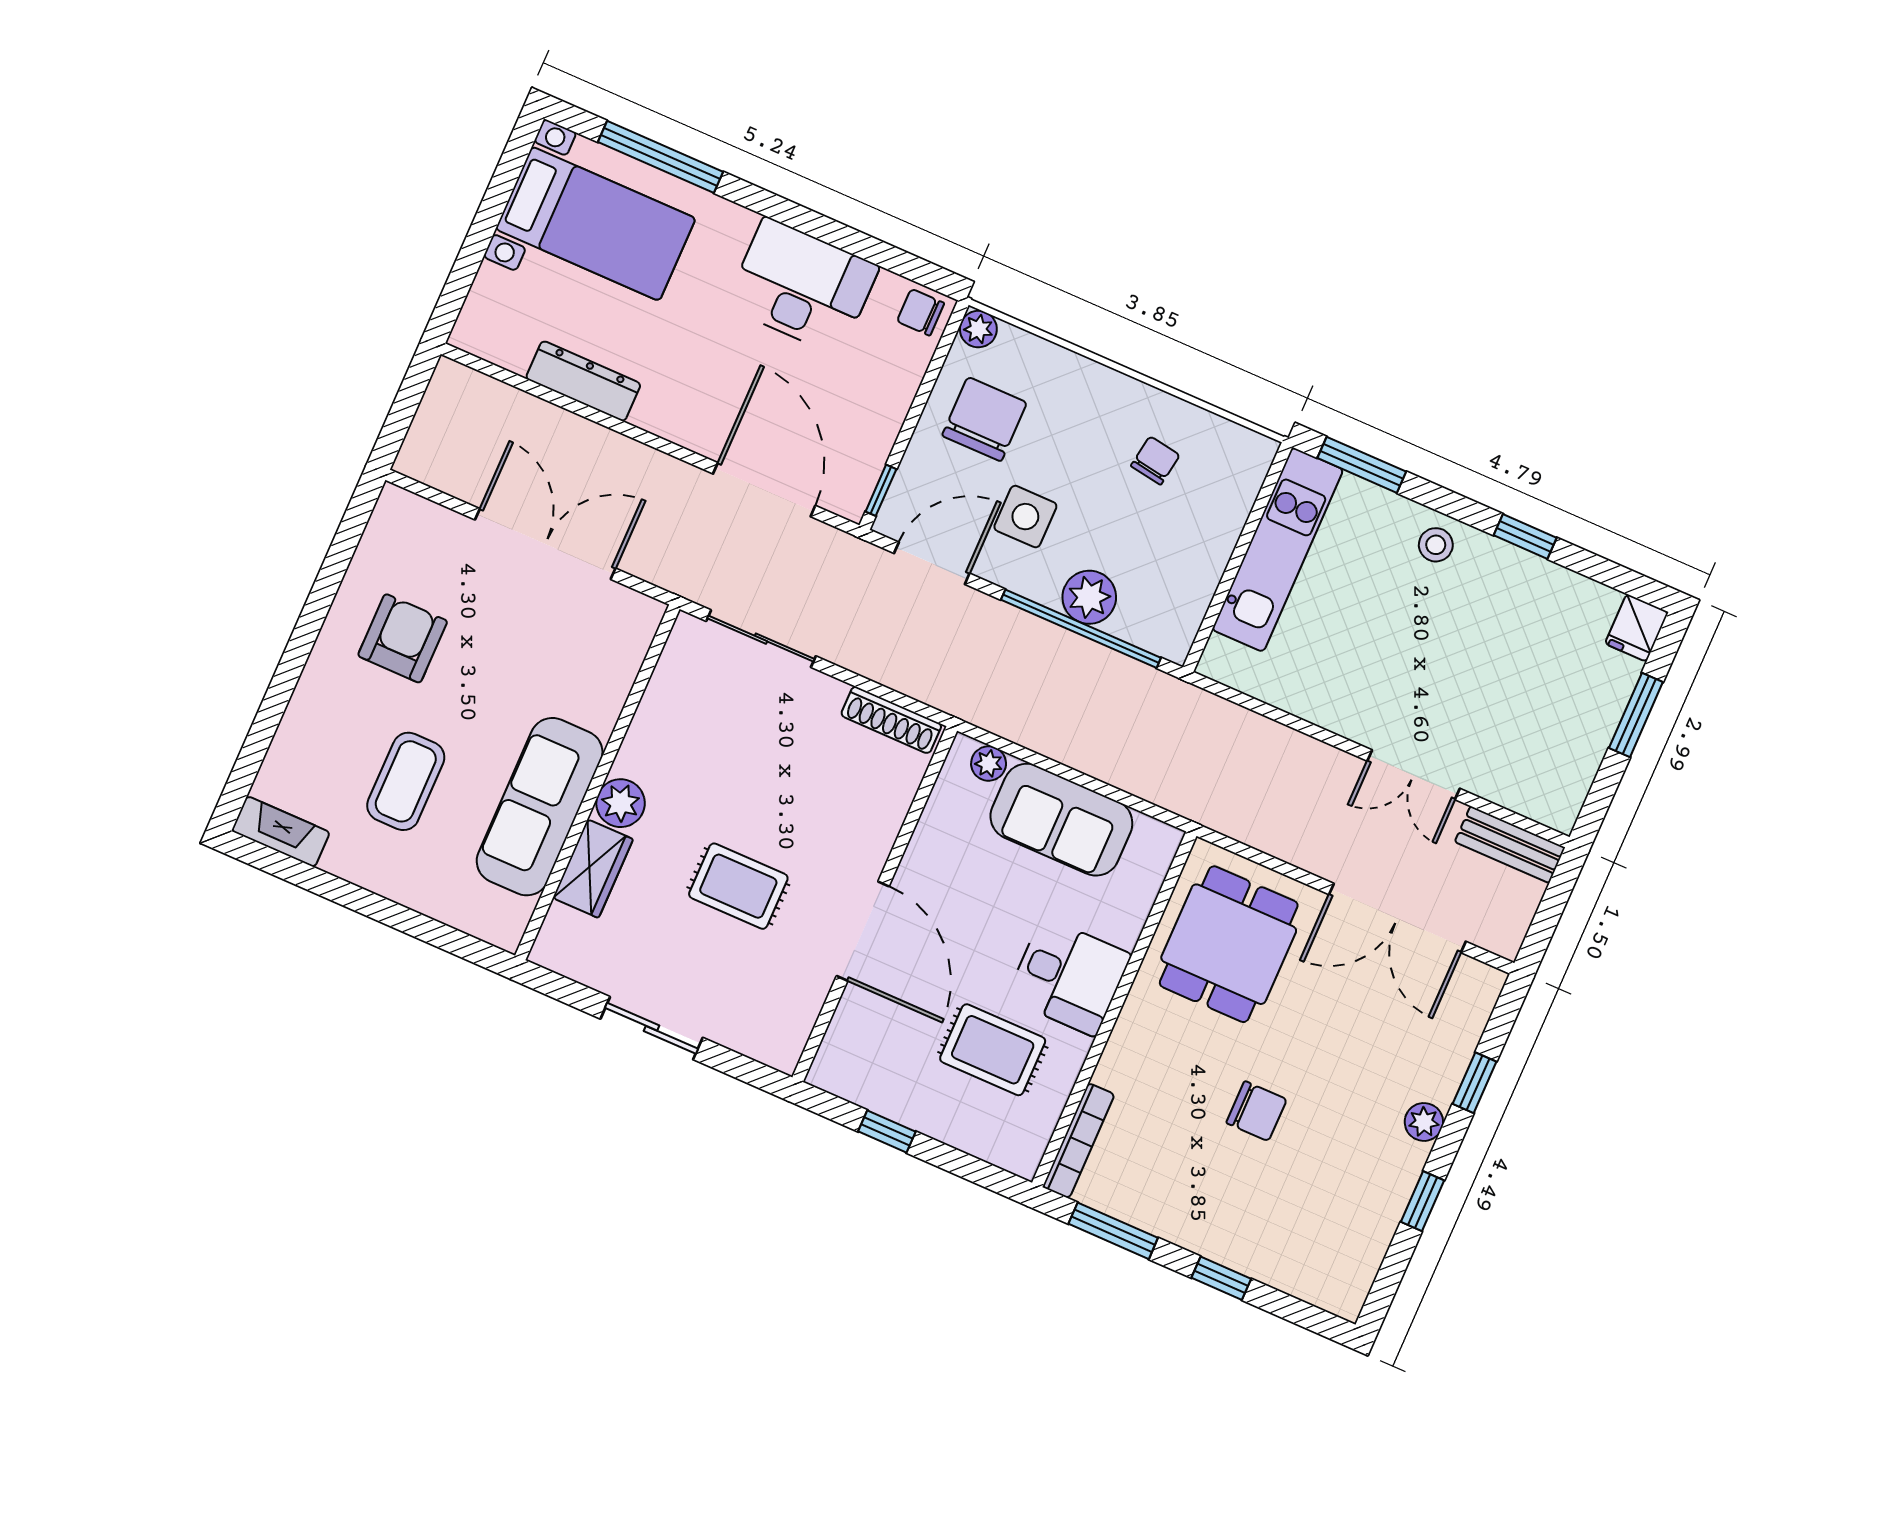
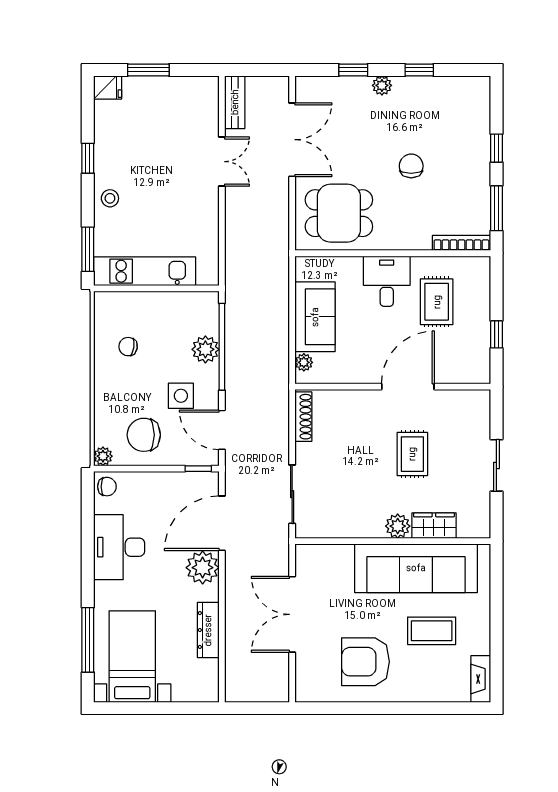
chair: (921, 312) -> (107, 487), turned -90
plant: (700, 420) -> (203, 568), added
armchair: (403, 638) -> (365, 662), width x1.36, depth x1.36
sofa: (540, 807) -> (416, 568), width x1.36, depth x1.27

